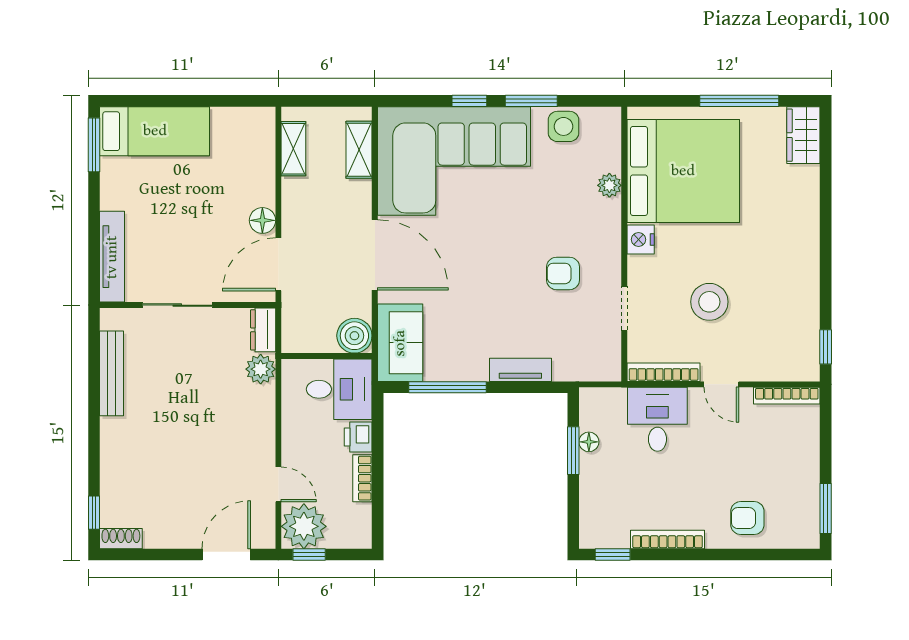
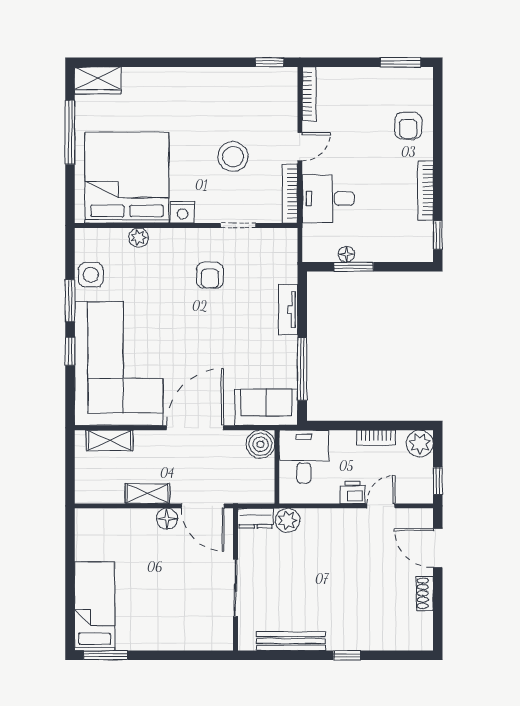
shelving: (293, 149) -> (147, 494), moved
tv unit: (112, 257) -> (196, 641), removed
printer: (358, 437) -> (353, 492), moved, turned 180
window: (94, 513) -> (347, 655), moved
plant: (304, 526) -> (420, 443), moved, width x0.73, depth x0.73
shoe rack: (121, 539) -> (425, 593), moved

